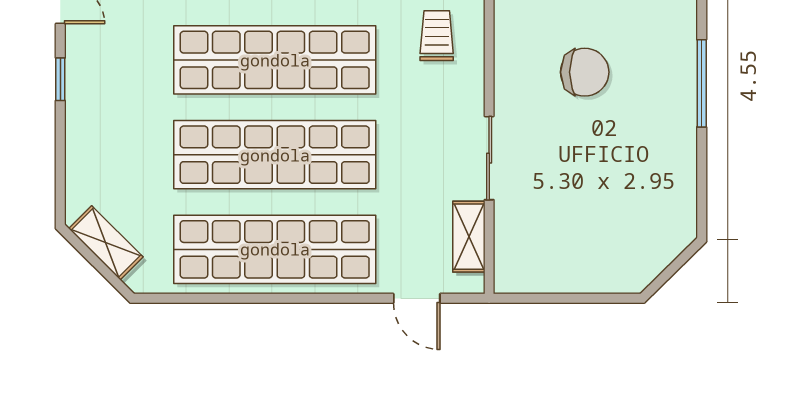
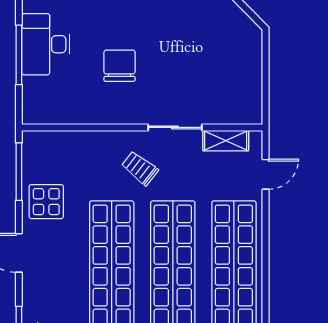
trolley: (437, 36) -> (140, 168), moved, turned 38

